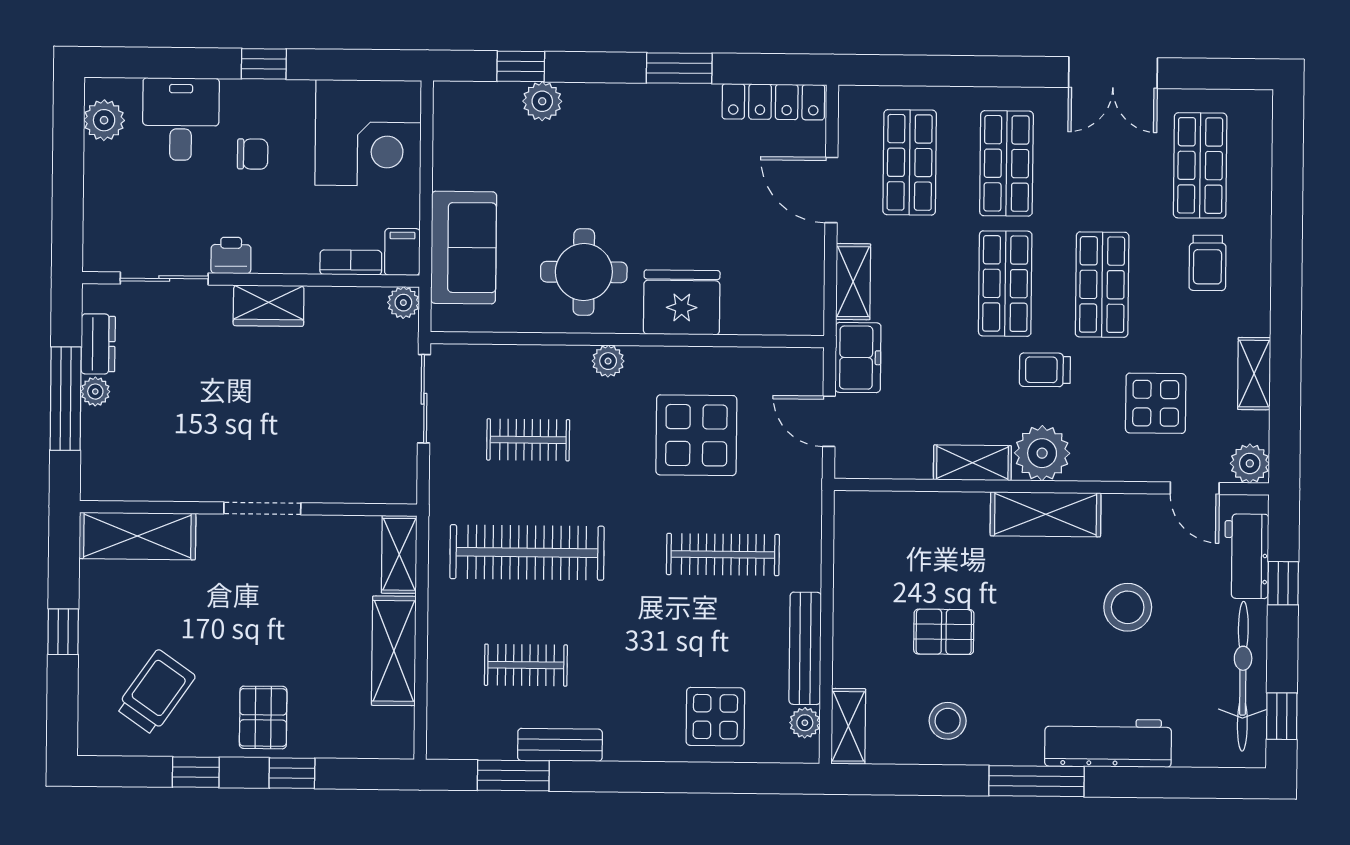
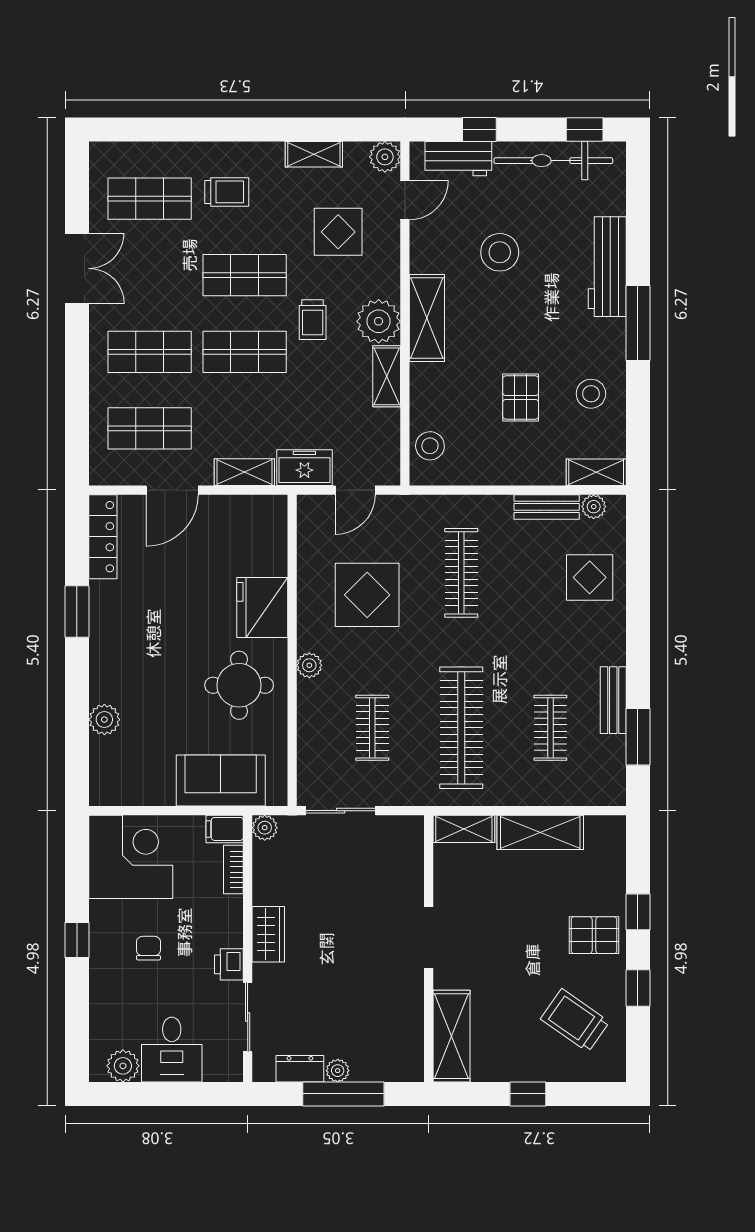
window: (521, 66) -> (77, 737), removed
desk: (181, 119) -> (172, 1050), moved, turned -90
stool: (884, 517) -> (430, 446), added
bench: (805, 648) -> (547, 507), width x0.73

